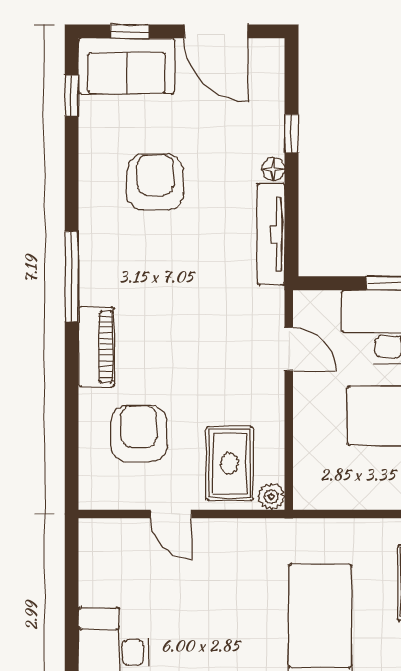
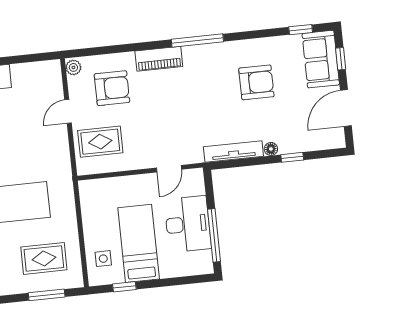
plant: (271, 497) -> (73, 67), moved

